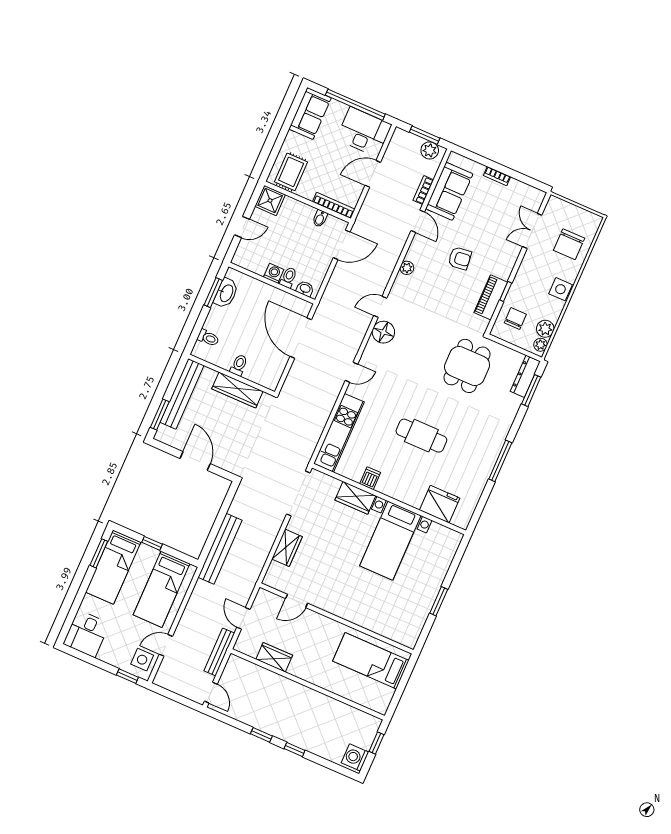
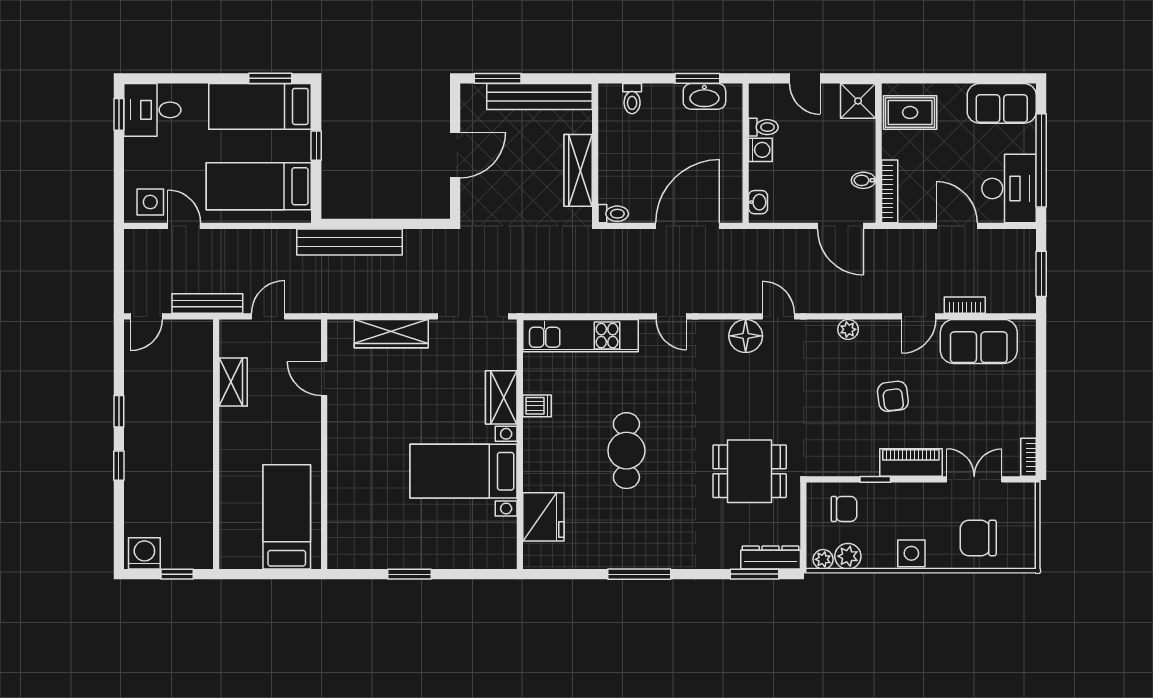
plant: (430, 150) -> (1023, 290), removed
bookcase: (497, 176) -> (1028, 457), moved
toilet: (288, 278) -> (763, 127), moved
piano: (491, 297) -> (911, 462), moved
toilet: (239, 365) -> (613, 214), moved
wardrobe: (287, 548) -> (391, 334), width x1.50
window: (127, 676) -> (119, 114), moved

